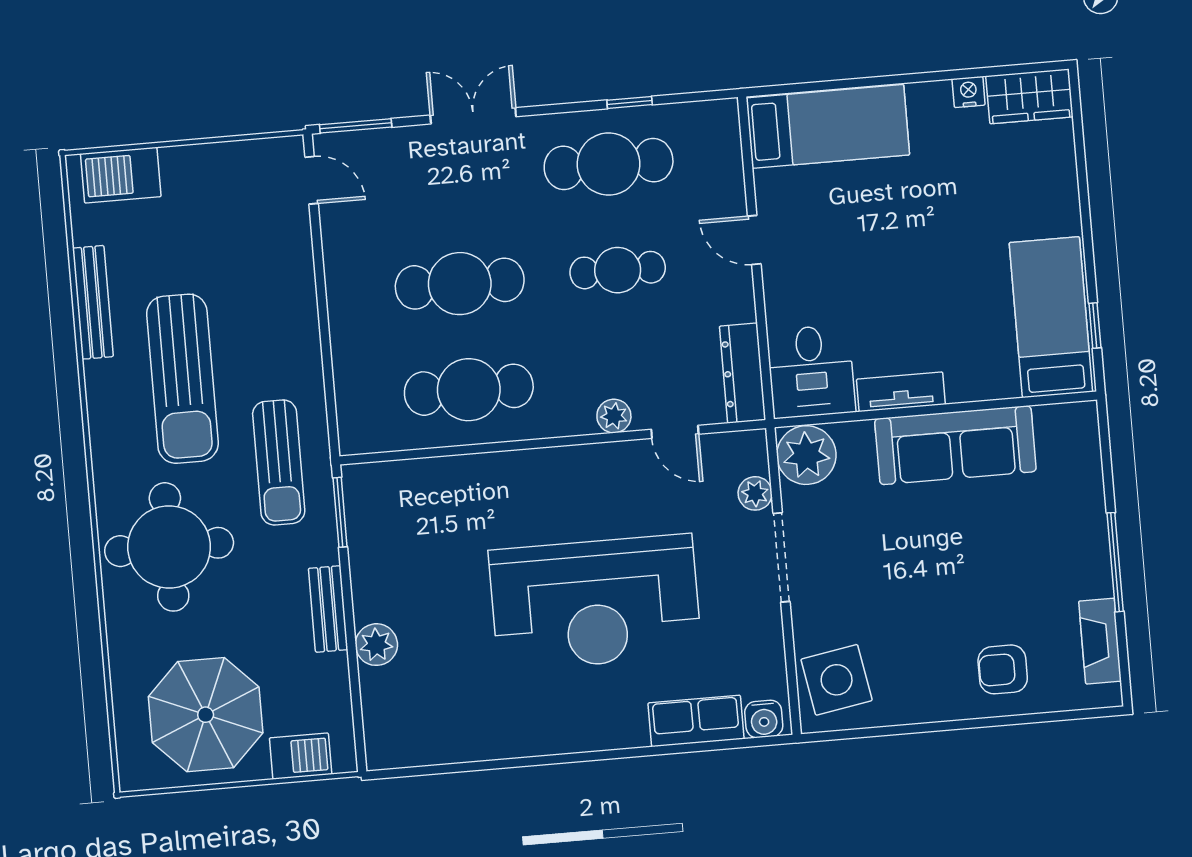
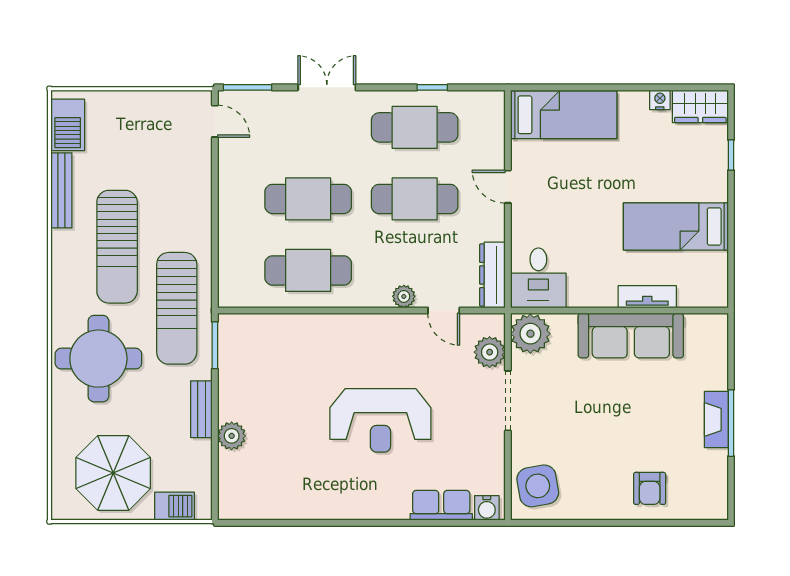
barbecue: (121, 175) -> (68, 125), moved, turned -90
cafe table: (618, 270) -> (415, 199), width x1.37, depth x1.35
bed: (1051, 317) -> (676, 226), moved, turned -90
window: (1095, 326) -> (731, 155), moved
tv unit: (901, 392) -> (647, 297), moved
sun lounger: (279, 462) -> (177, 308), width x1.36, depth x1.34
plant: (755, 493) -> (490, 352), width x1.38, depth x1.38
reception desk: (595, 603) -> (380, 420), width x0.74, depth x0.77
fireplace: (1100, 641) -> (716, 419), moved
armchair: (1003, 669) -> (650, 488), turned -90

